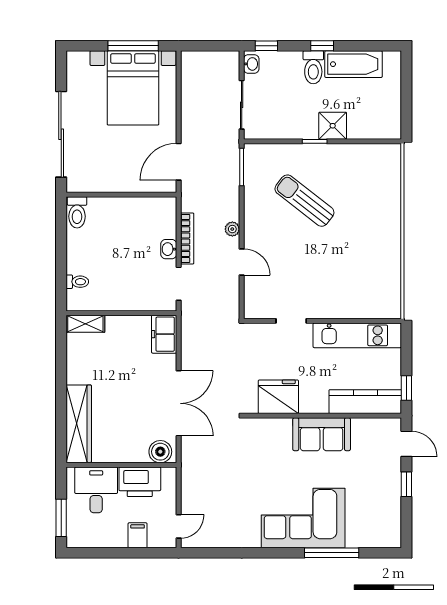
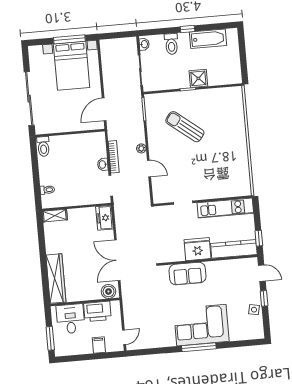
window: (266, 46) -> (153, 32), removed
toilet: (313, 67) -> (171, 44), moved
fridge: (278, 397) -> (198, 249), moved
double door: (179, 403) -> (117, 260), swing flipped
sofa: (322, 434) -> (188, 274), moved
side table: (389, 501) -> (254, 310), added
window: (332, 553) -> (199, 347), moved

